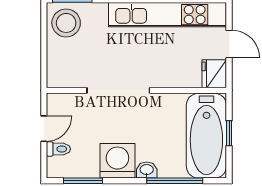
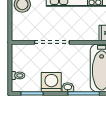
door: (44, 129) -> (10, 64), removed

